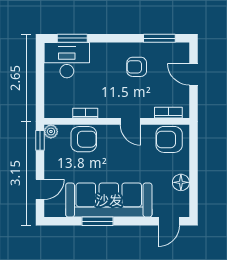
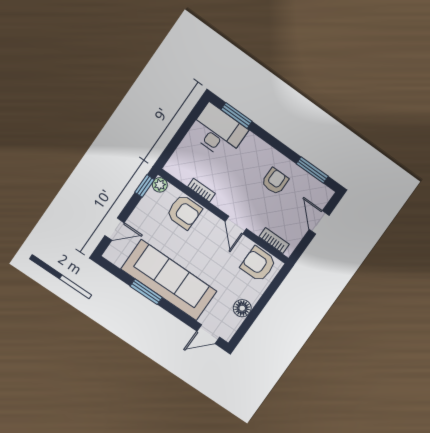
armchair: (137, 67) -> (275, 181), turned 90

